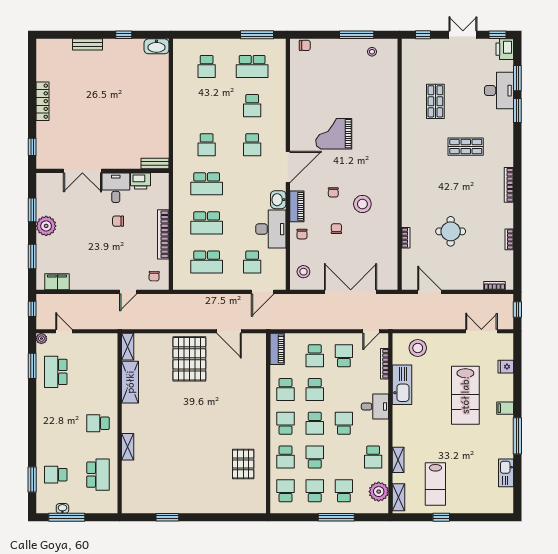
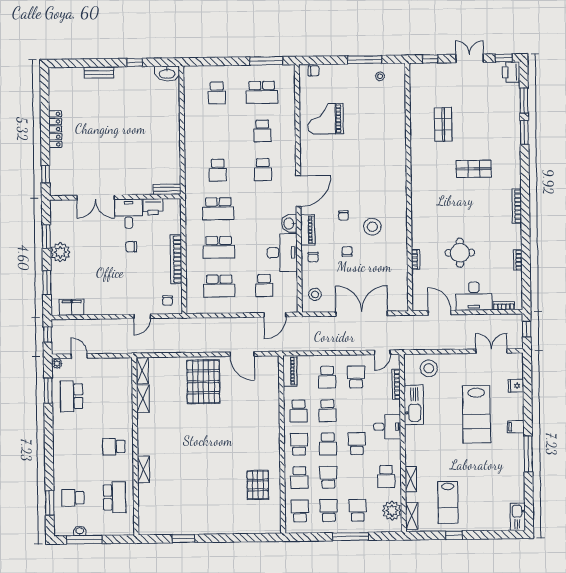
desk: (499, 91) -> (474, 296), moved, turned 90
grand piano: (334, 134) -> (326, 119), moved
shelving: (130, 382) -> (143, 399), width x0.67, depth x0.75
kitchen sink: (506, 473) -> (518, 517), moved

